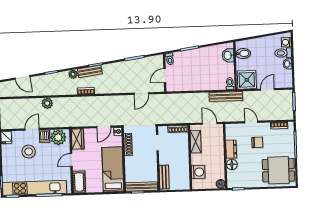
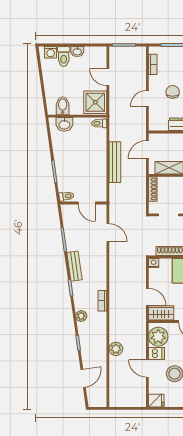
bench: (90, 71) -> (74, 266), moved
bench: (226, 97) -> (115, 162), moved
door: (104, 127) -> (147, 297), moved

